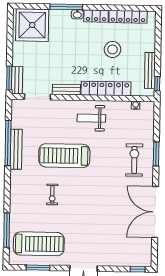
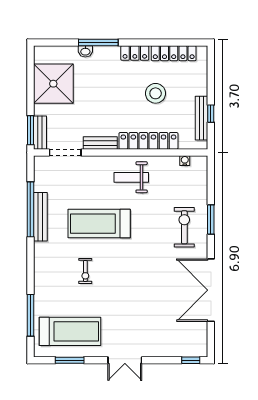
washbasin: (77, 14) -> (85, 51), moved
shower: (32, 25) -> (53, 84), moved
window: (157, 84) -> (211, 114), moved

